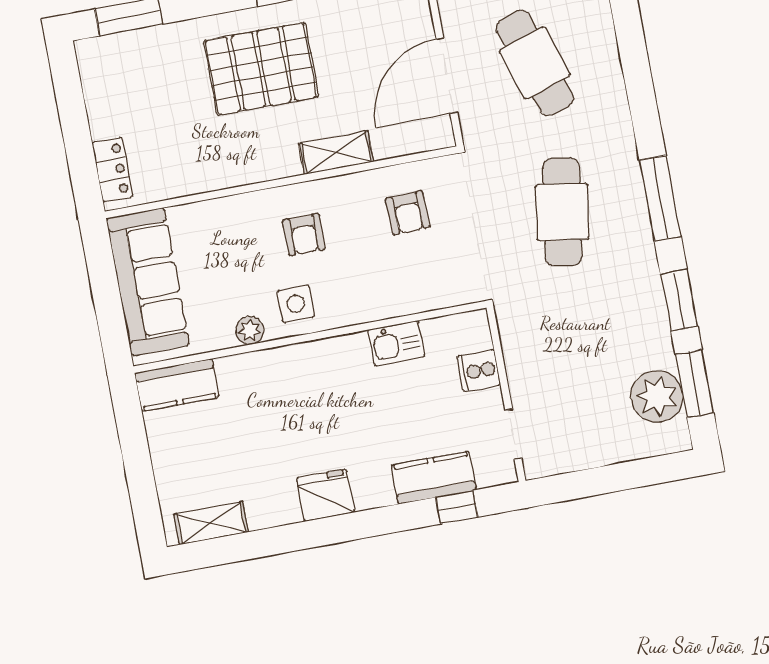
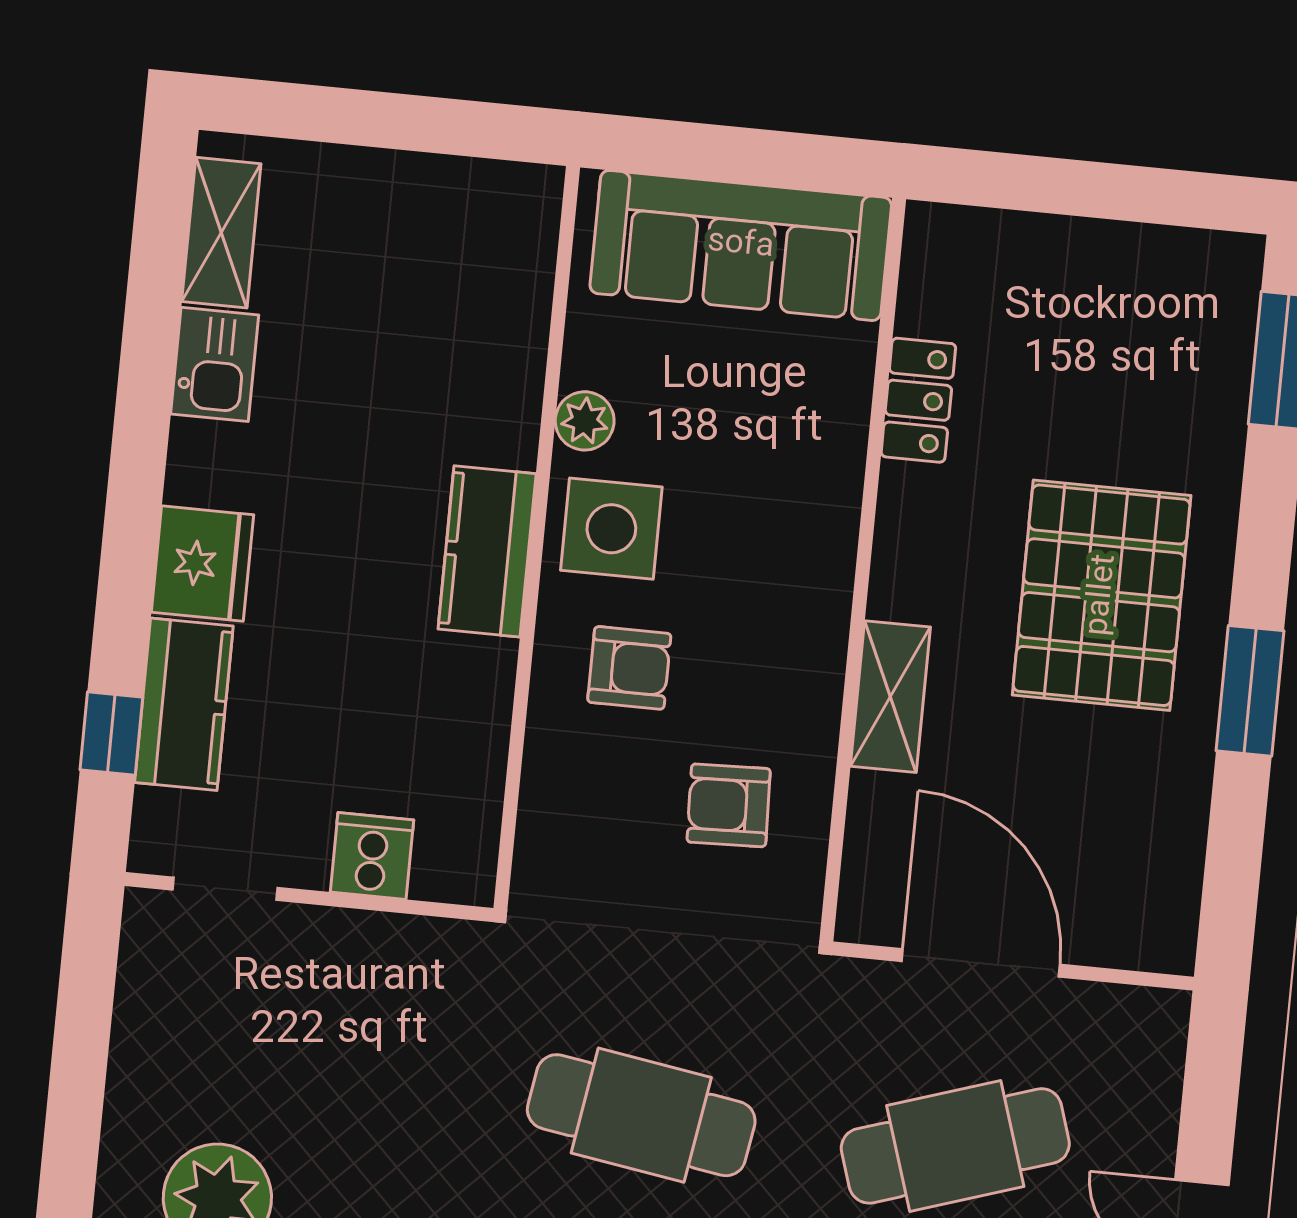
locker: (112, 170) -> (918, 400), moved, turned -90
armchair: (304, 235) -> (629, 668), moved, turned 180
side table: (296, 304) -> (611, 529), width x1.37, depth x1.37
kitchen sink: (396, 343) -> (215, 364), moved, turned 180
kitchen counter: (177, 385) -> (487, 551), moved
fridge: (325, 495) -> (202, 564), moved

